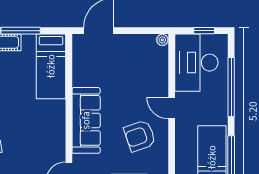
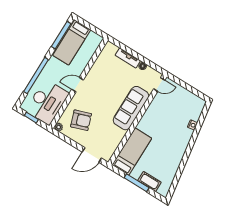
door: (172, 108) -> (78, 85), swing flipped
armchair: (140, 136) -> (81, 120), moved

